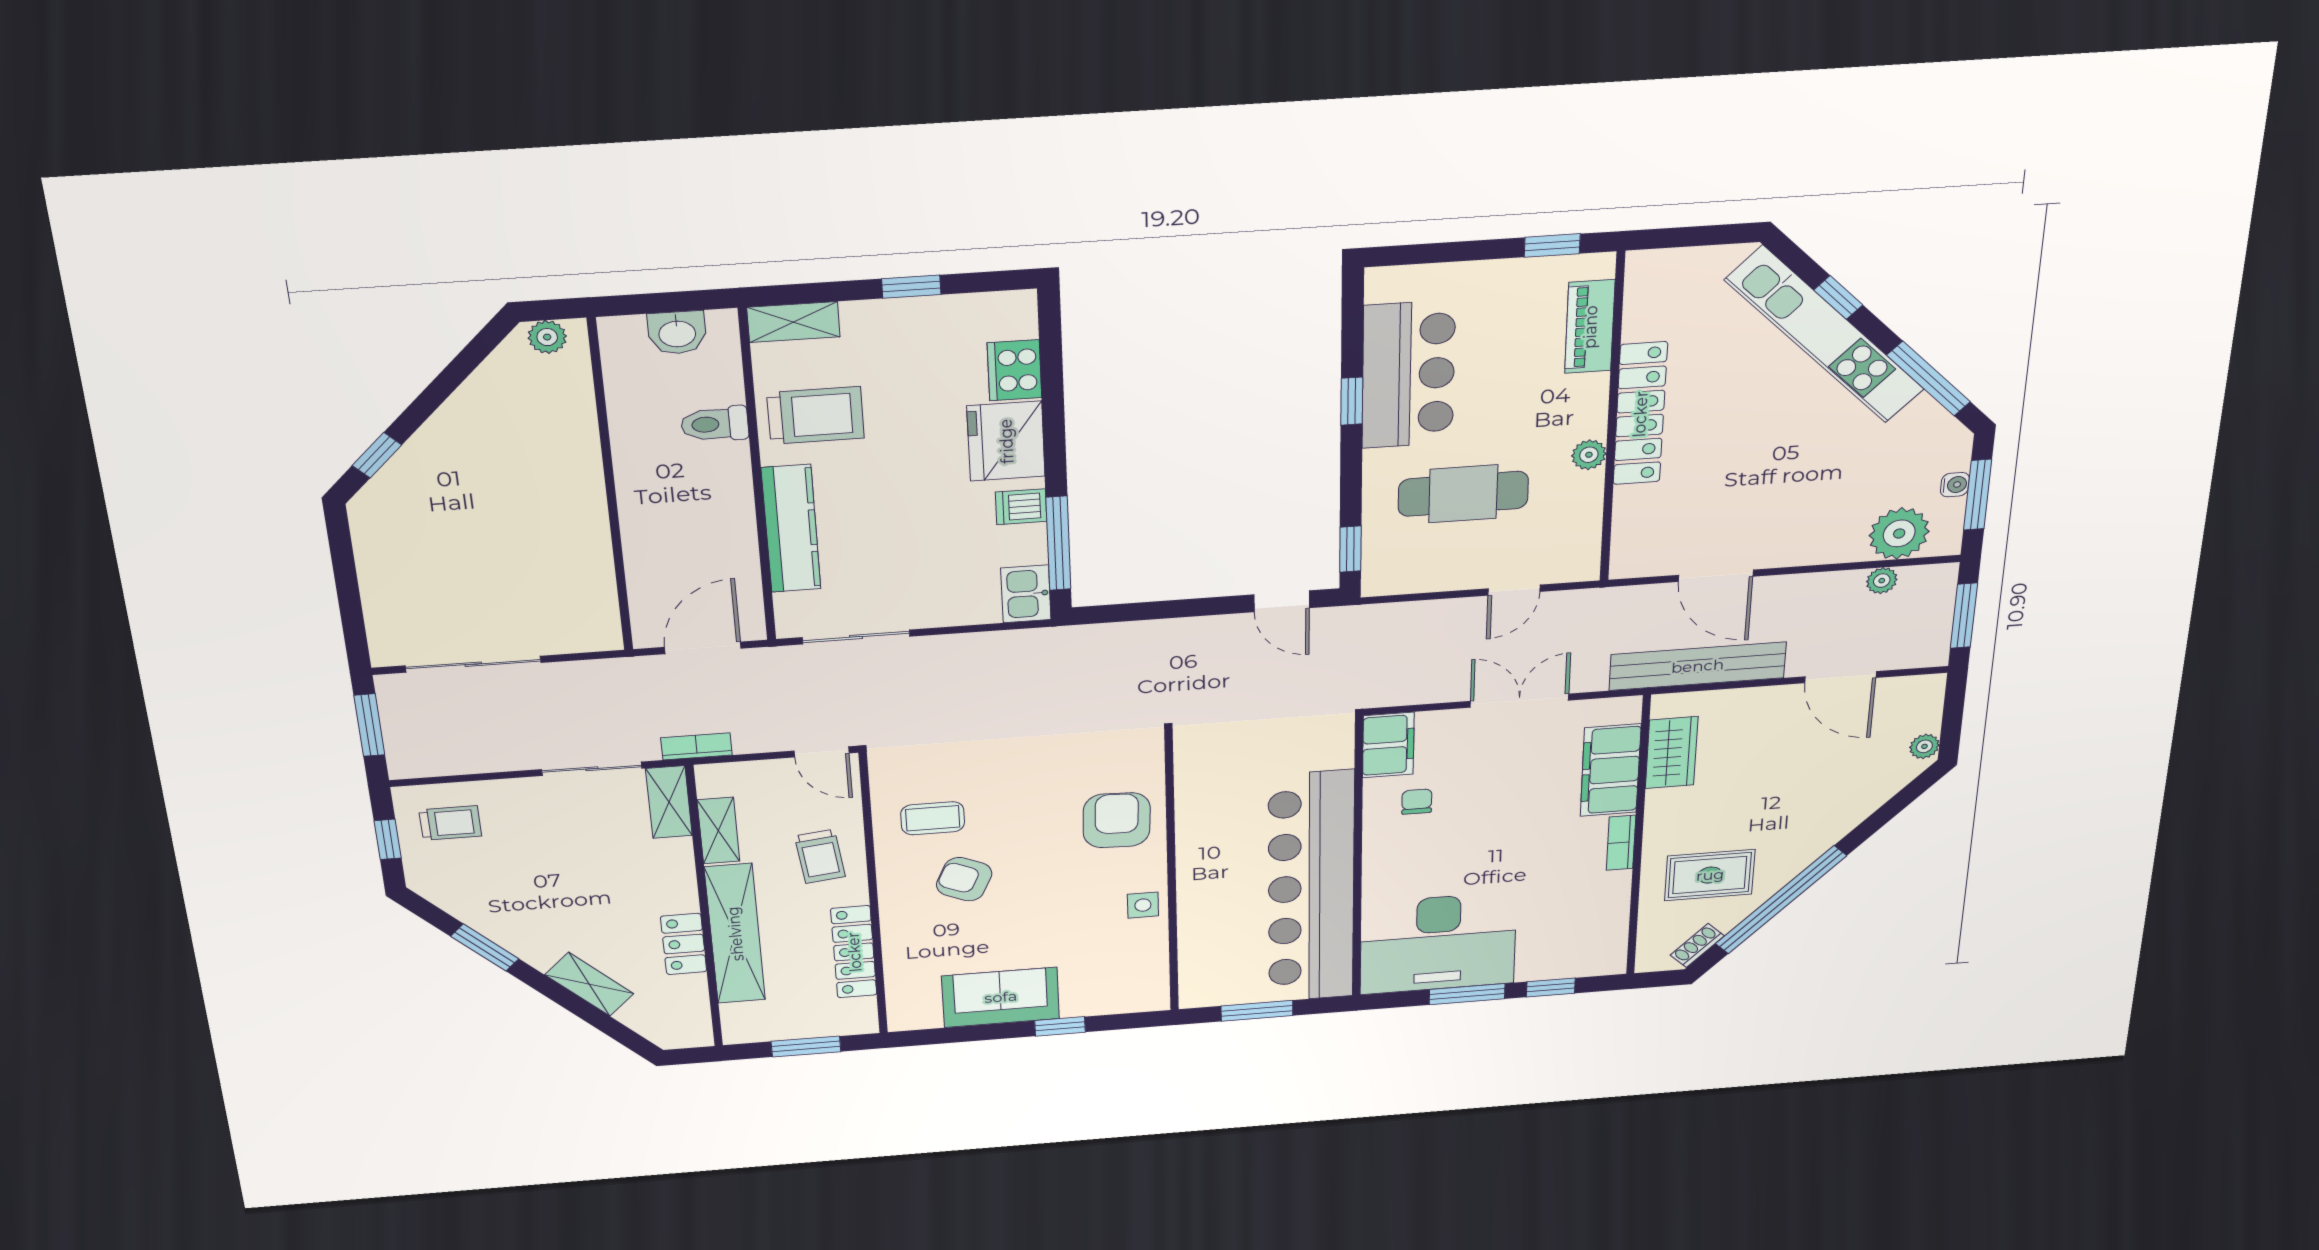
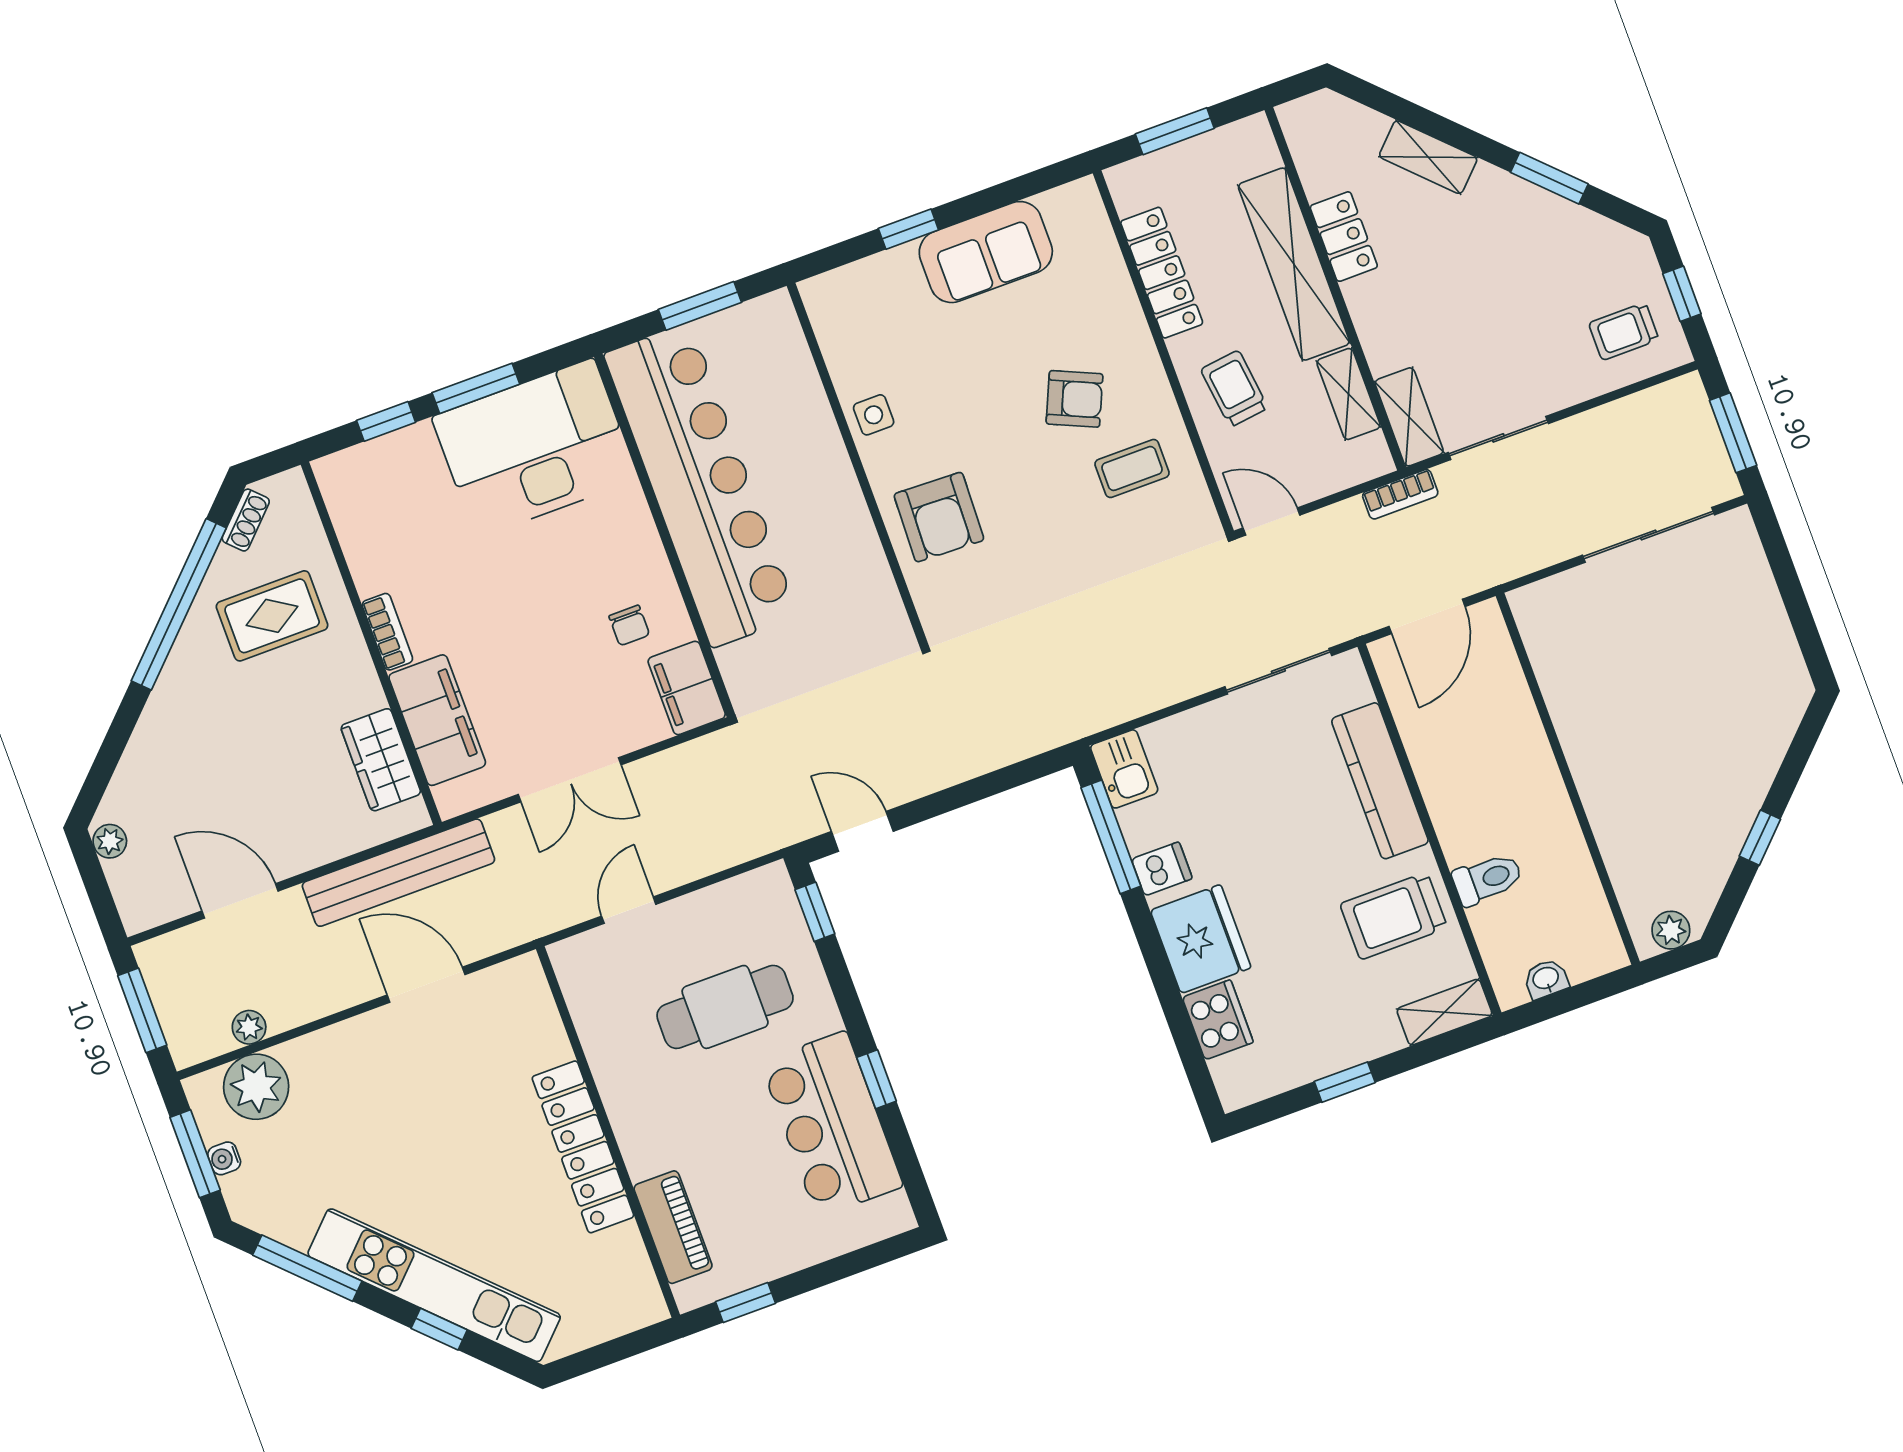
washbasin: (677, 333) -> (1546, 979), width x0.72, depth x0.69
window: (377, 455) -> (1760, 838), moved
plant: (1589, 455) -> (616, 1087), removed

